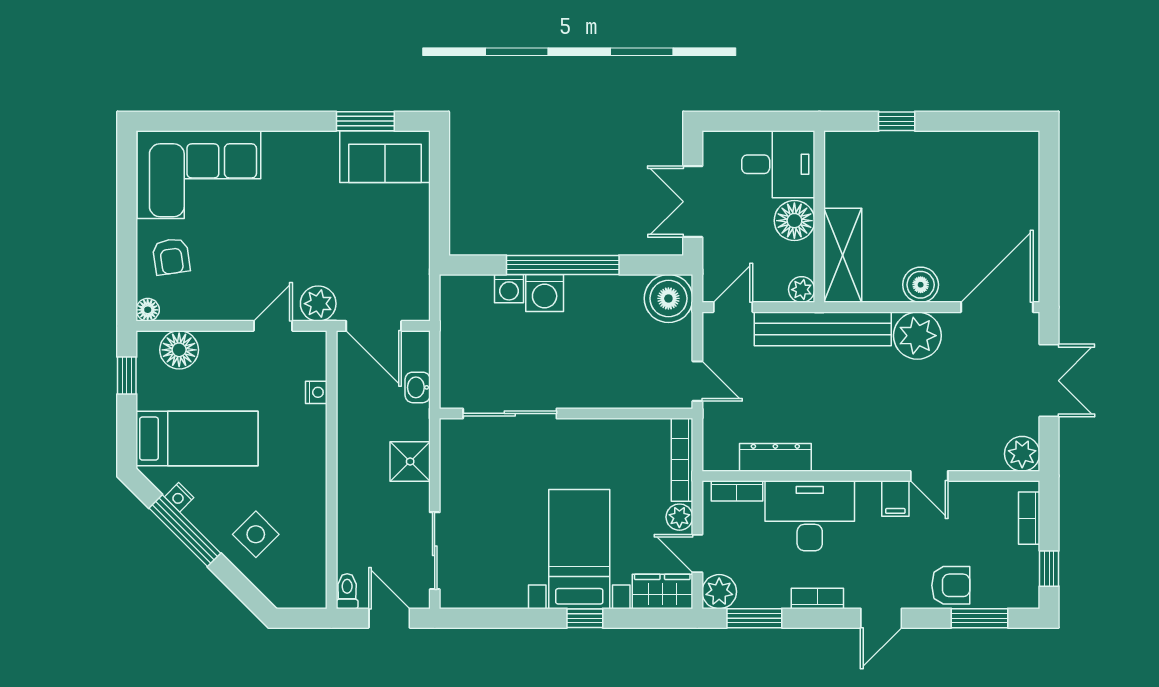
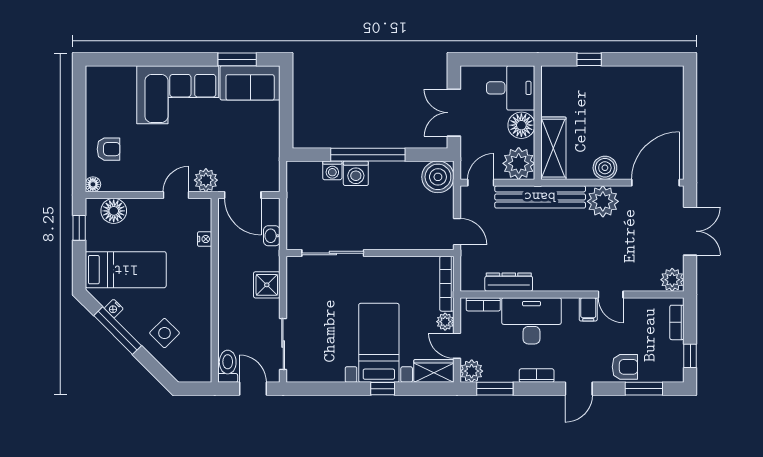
corner sofa: (199, 175) -> (178, 95), moved
armchair: (171, 256) -> (108, 149), turned -82
plant: (802, 290) -> (519, 163), width x1.87, depth x1.87
toilet: (347, 591) -> (228, 366), width x1.37, depth x1.39

